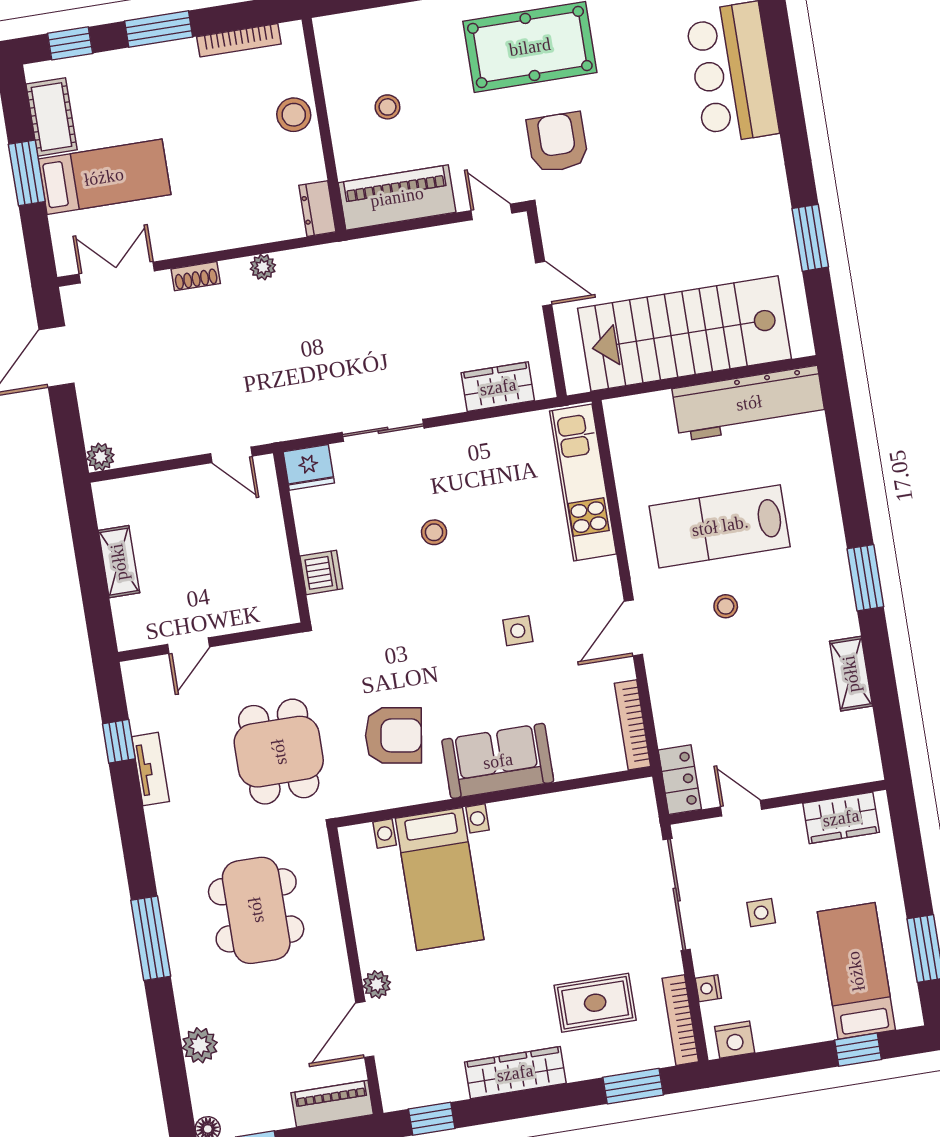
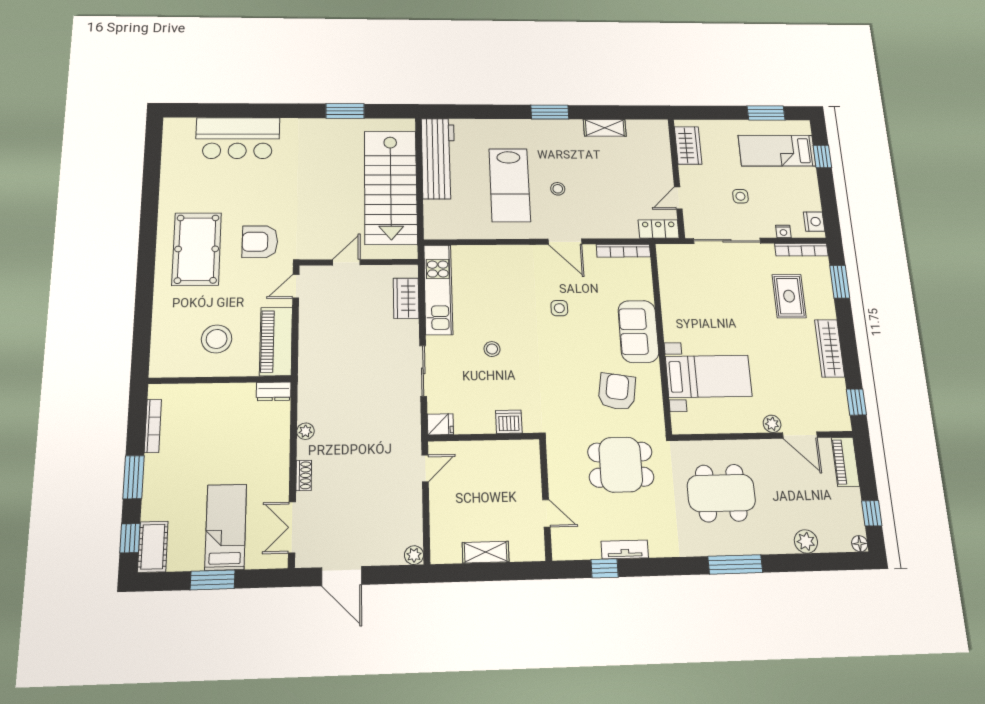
stool: (387, 107) -> (217, 339), width x1.89, depth x1.89
stool: (294, 115) -> (209, 398), removed
cot: (52, 117) -> (153, 547), moved, turned 90
fridge: (309, 467) -> (440, 424), width x0.72
kitchen unit: (583, 483) -> (438, 290), moved, turned -90

